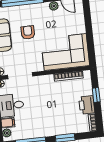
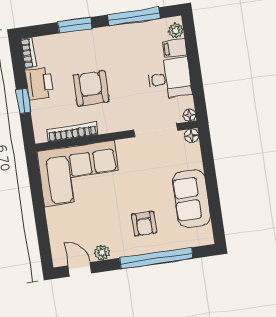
armchair: (28, 32) -> (144, 224), moved
armchair: (57, 101) -> (91, 88), added

